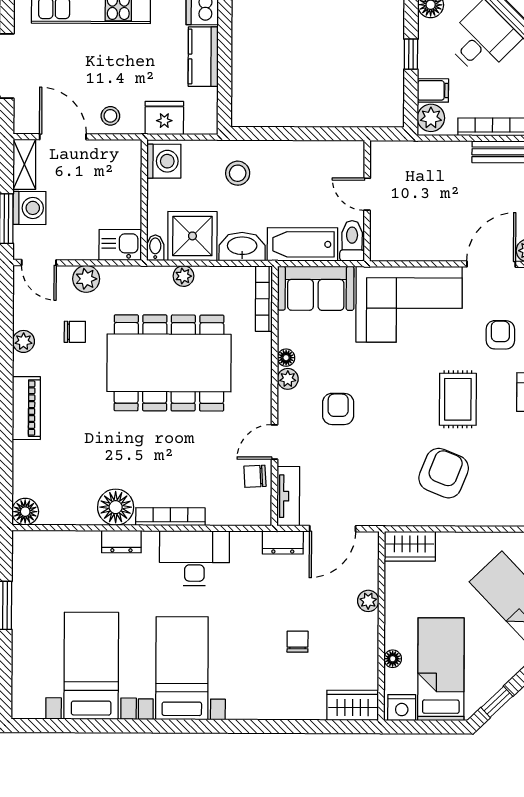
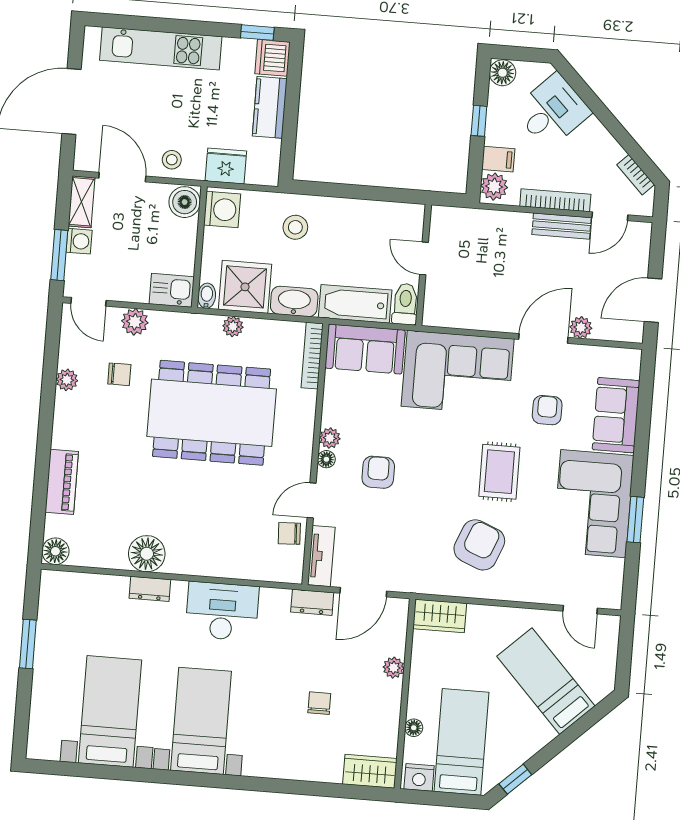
boiler: (126, 157) -> (185, 202), added
washing machine: (29, 208) -> (79, 241), width x0.73, depth x0.73
floor lamp: (286, 358) -> (326, 459), moved
piano: (26, 408) -> (62, 482), moved
bookcase: (170, 517) -> (201, 567), removed

